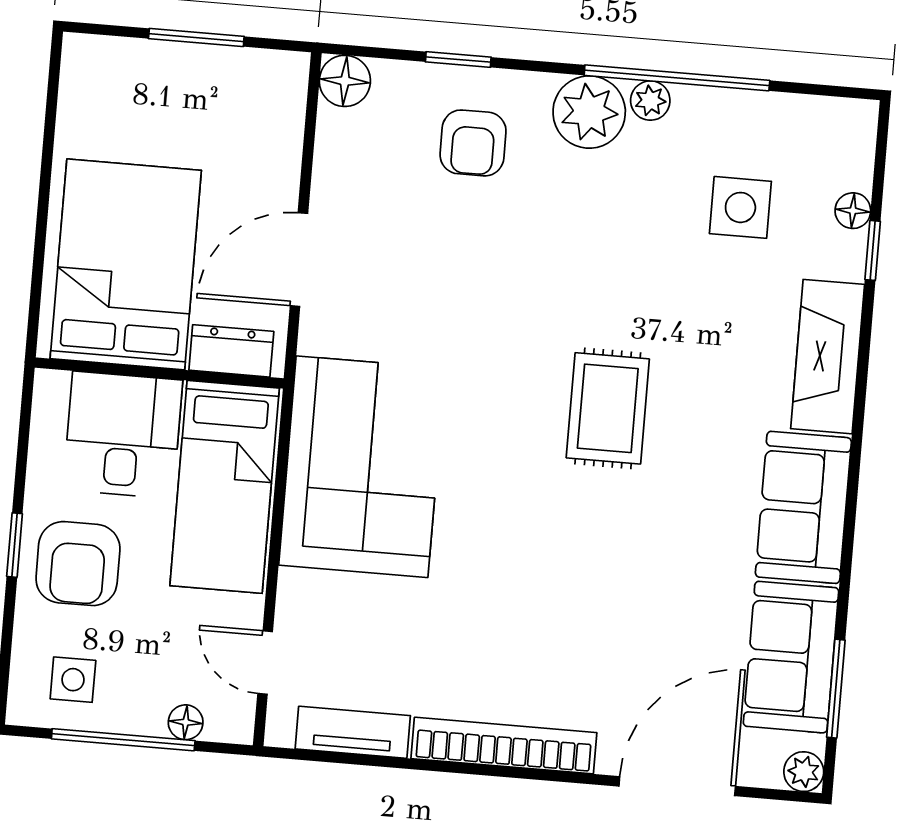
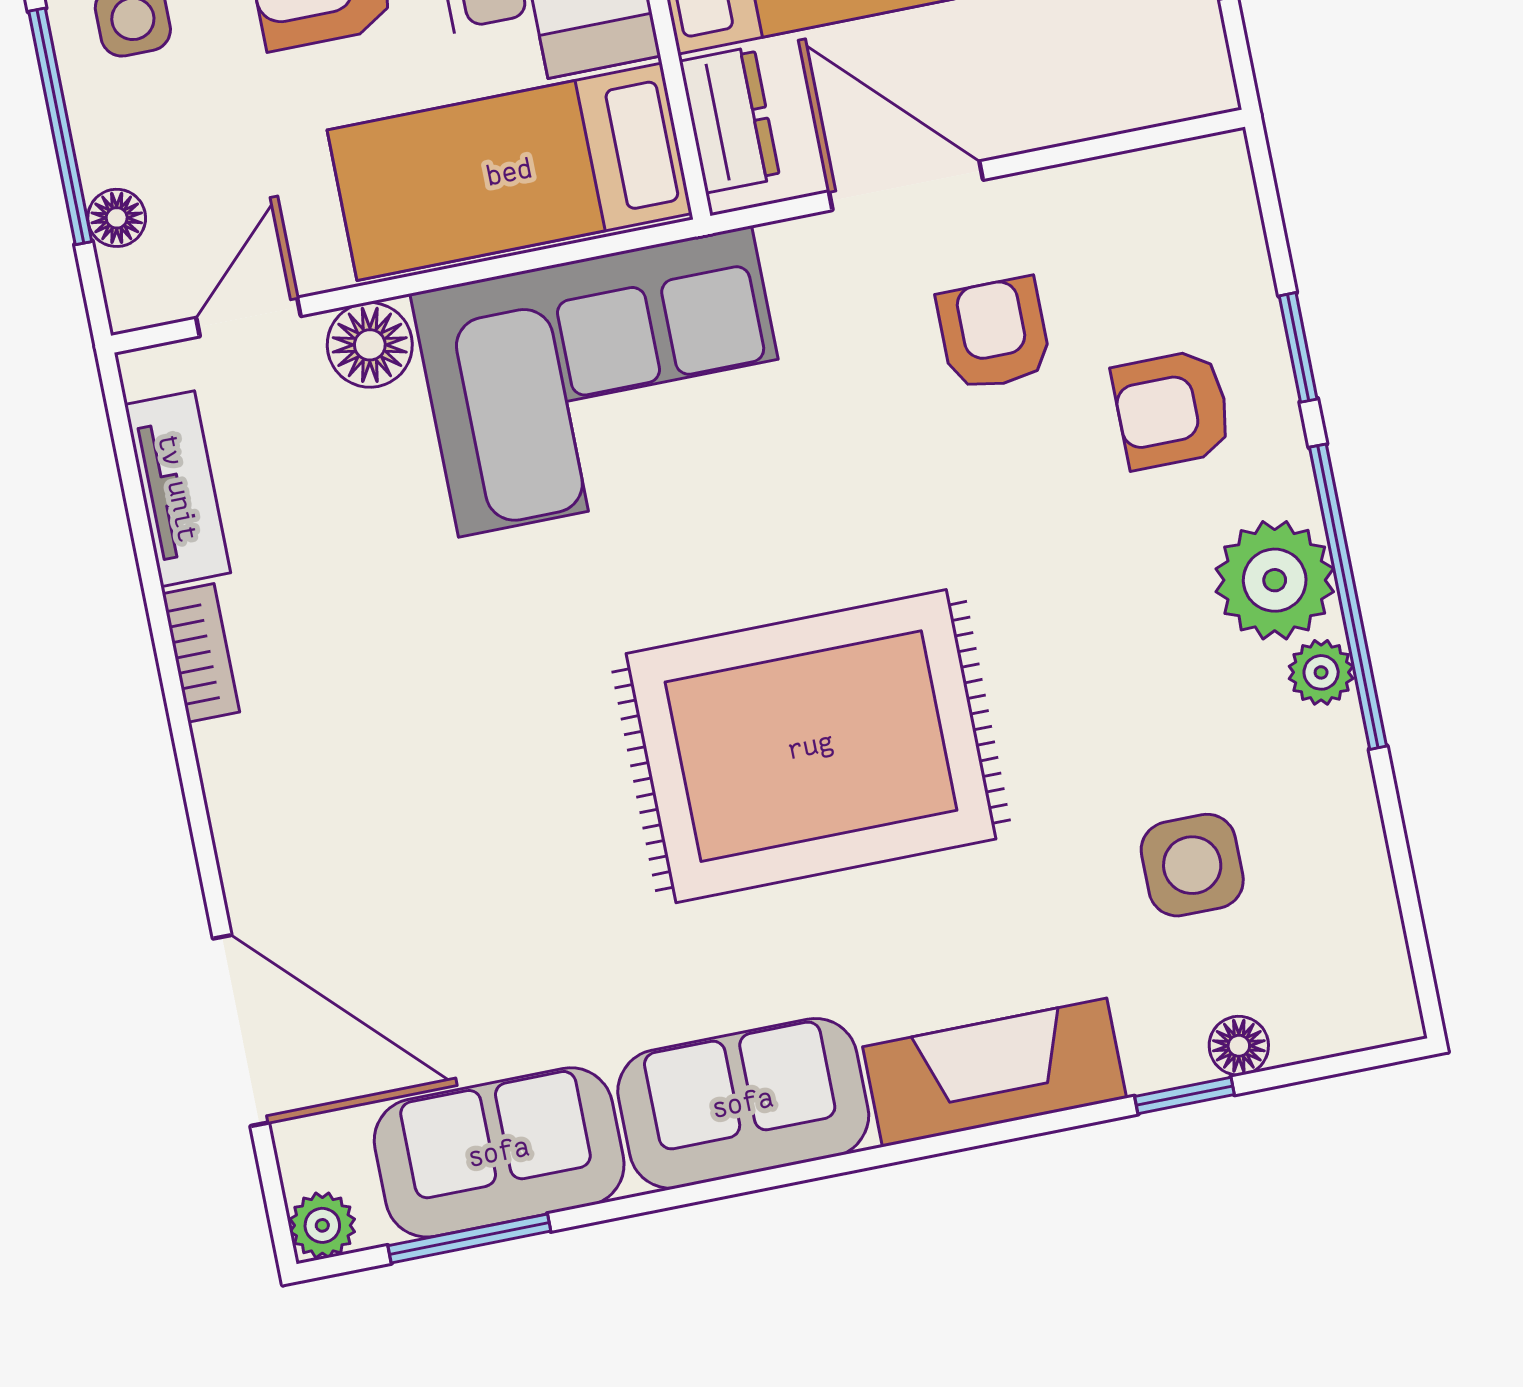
window: (677, 78) -> (1348, 597), moved
floor lamp: (345, 81) -> (370, 345), moved
armchair: (400, 234) -> (994, 334), added
rug: (608, 408) -> (811, 746), width x1.86, depth x2.06
bookcase: (504, 746) -> (201, 653), width x0.43, depth x0.76

